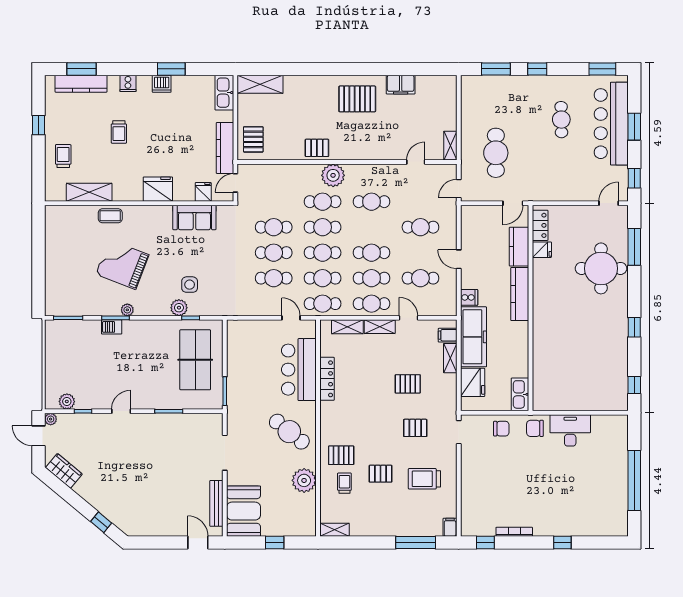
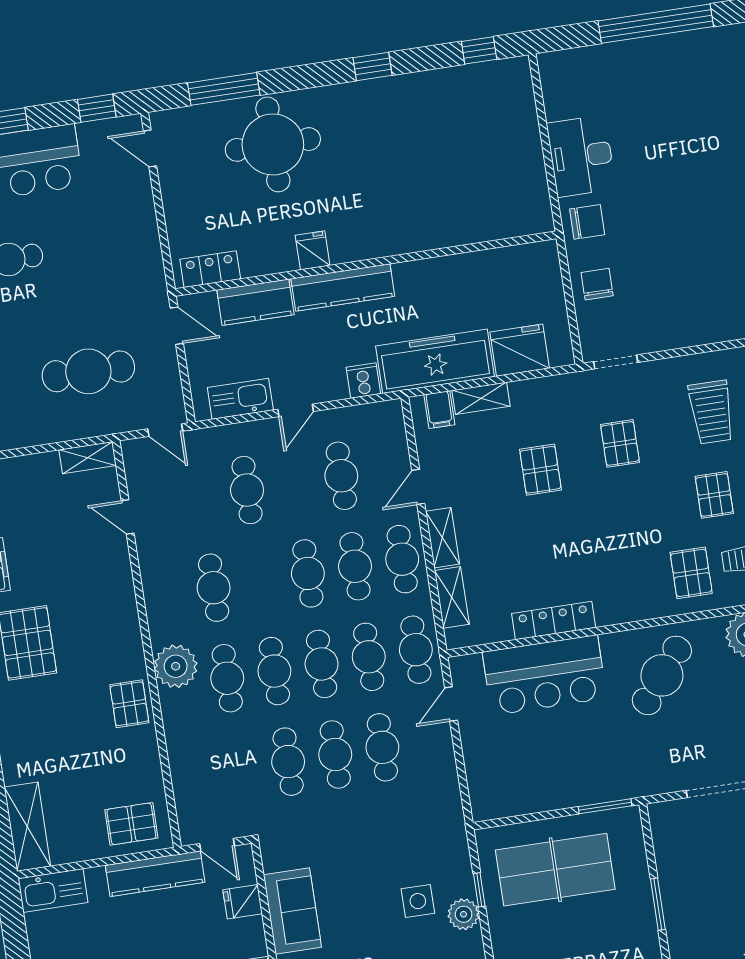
fridge: (542, 250) -> (313, 250), moved
kitchen sink: (520, 394) -> (240, 399), moved, turned 180
chair: (535, 428) -> (587, 222), turned -90

